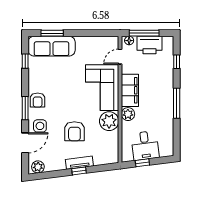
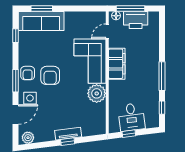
window: (177, 62) -> (162, 108), moved
plant: (128, 114) -> (115, 87), removed
armchair: (74, 131) -> (50, 75), moved

